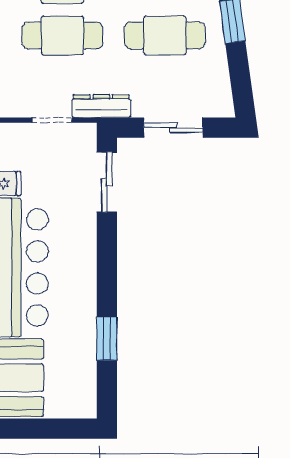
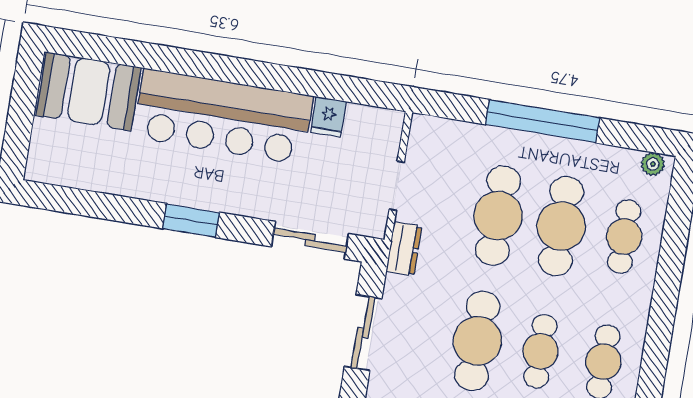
dresser: (101, 106) -> (404, 249), width x0.70
window: (107, 339) -> (191, 221), moved

